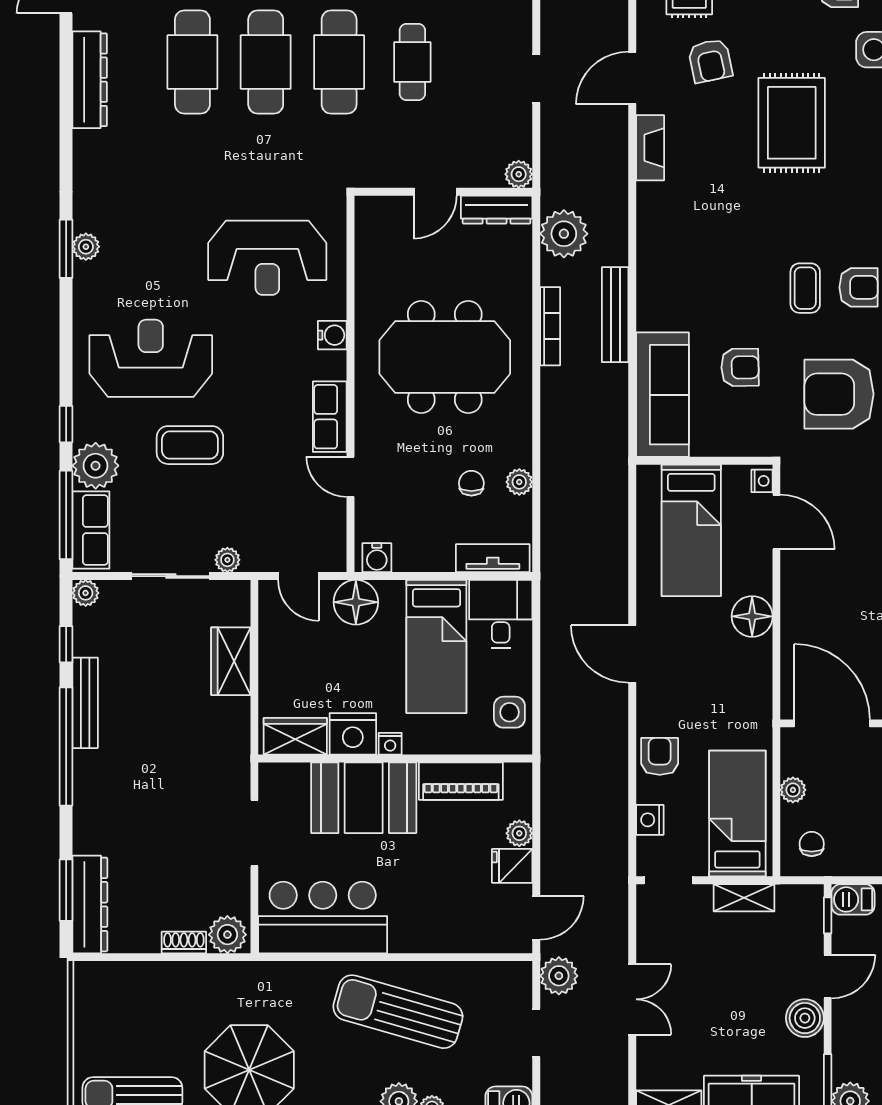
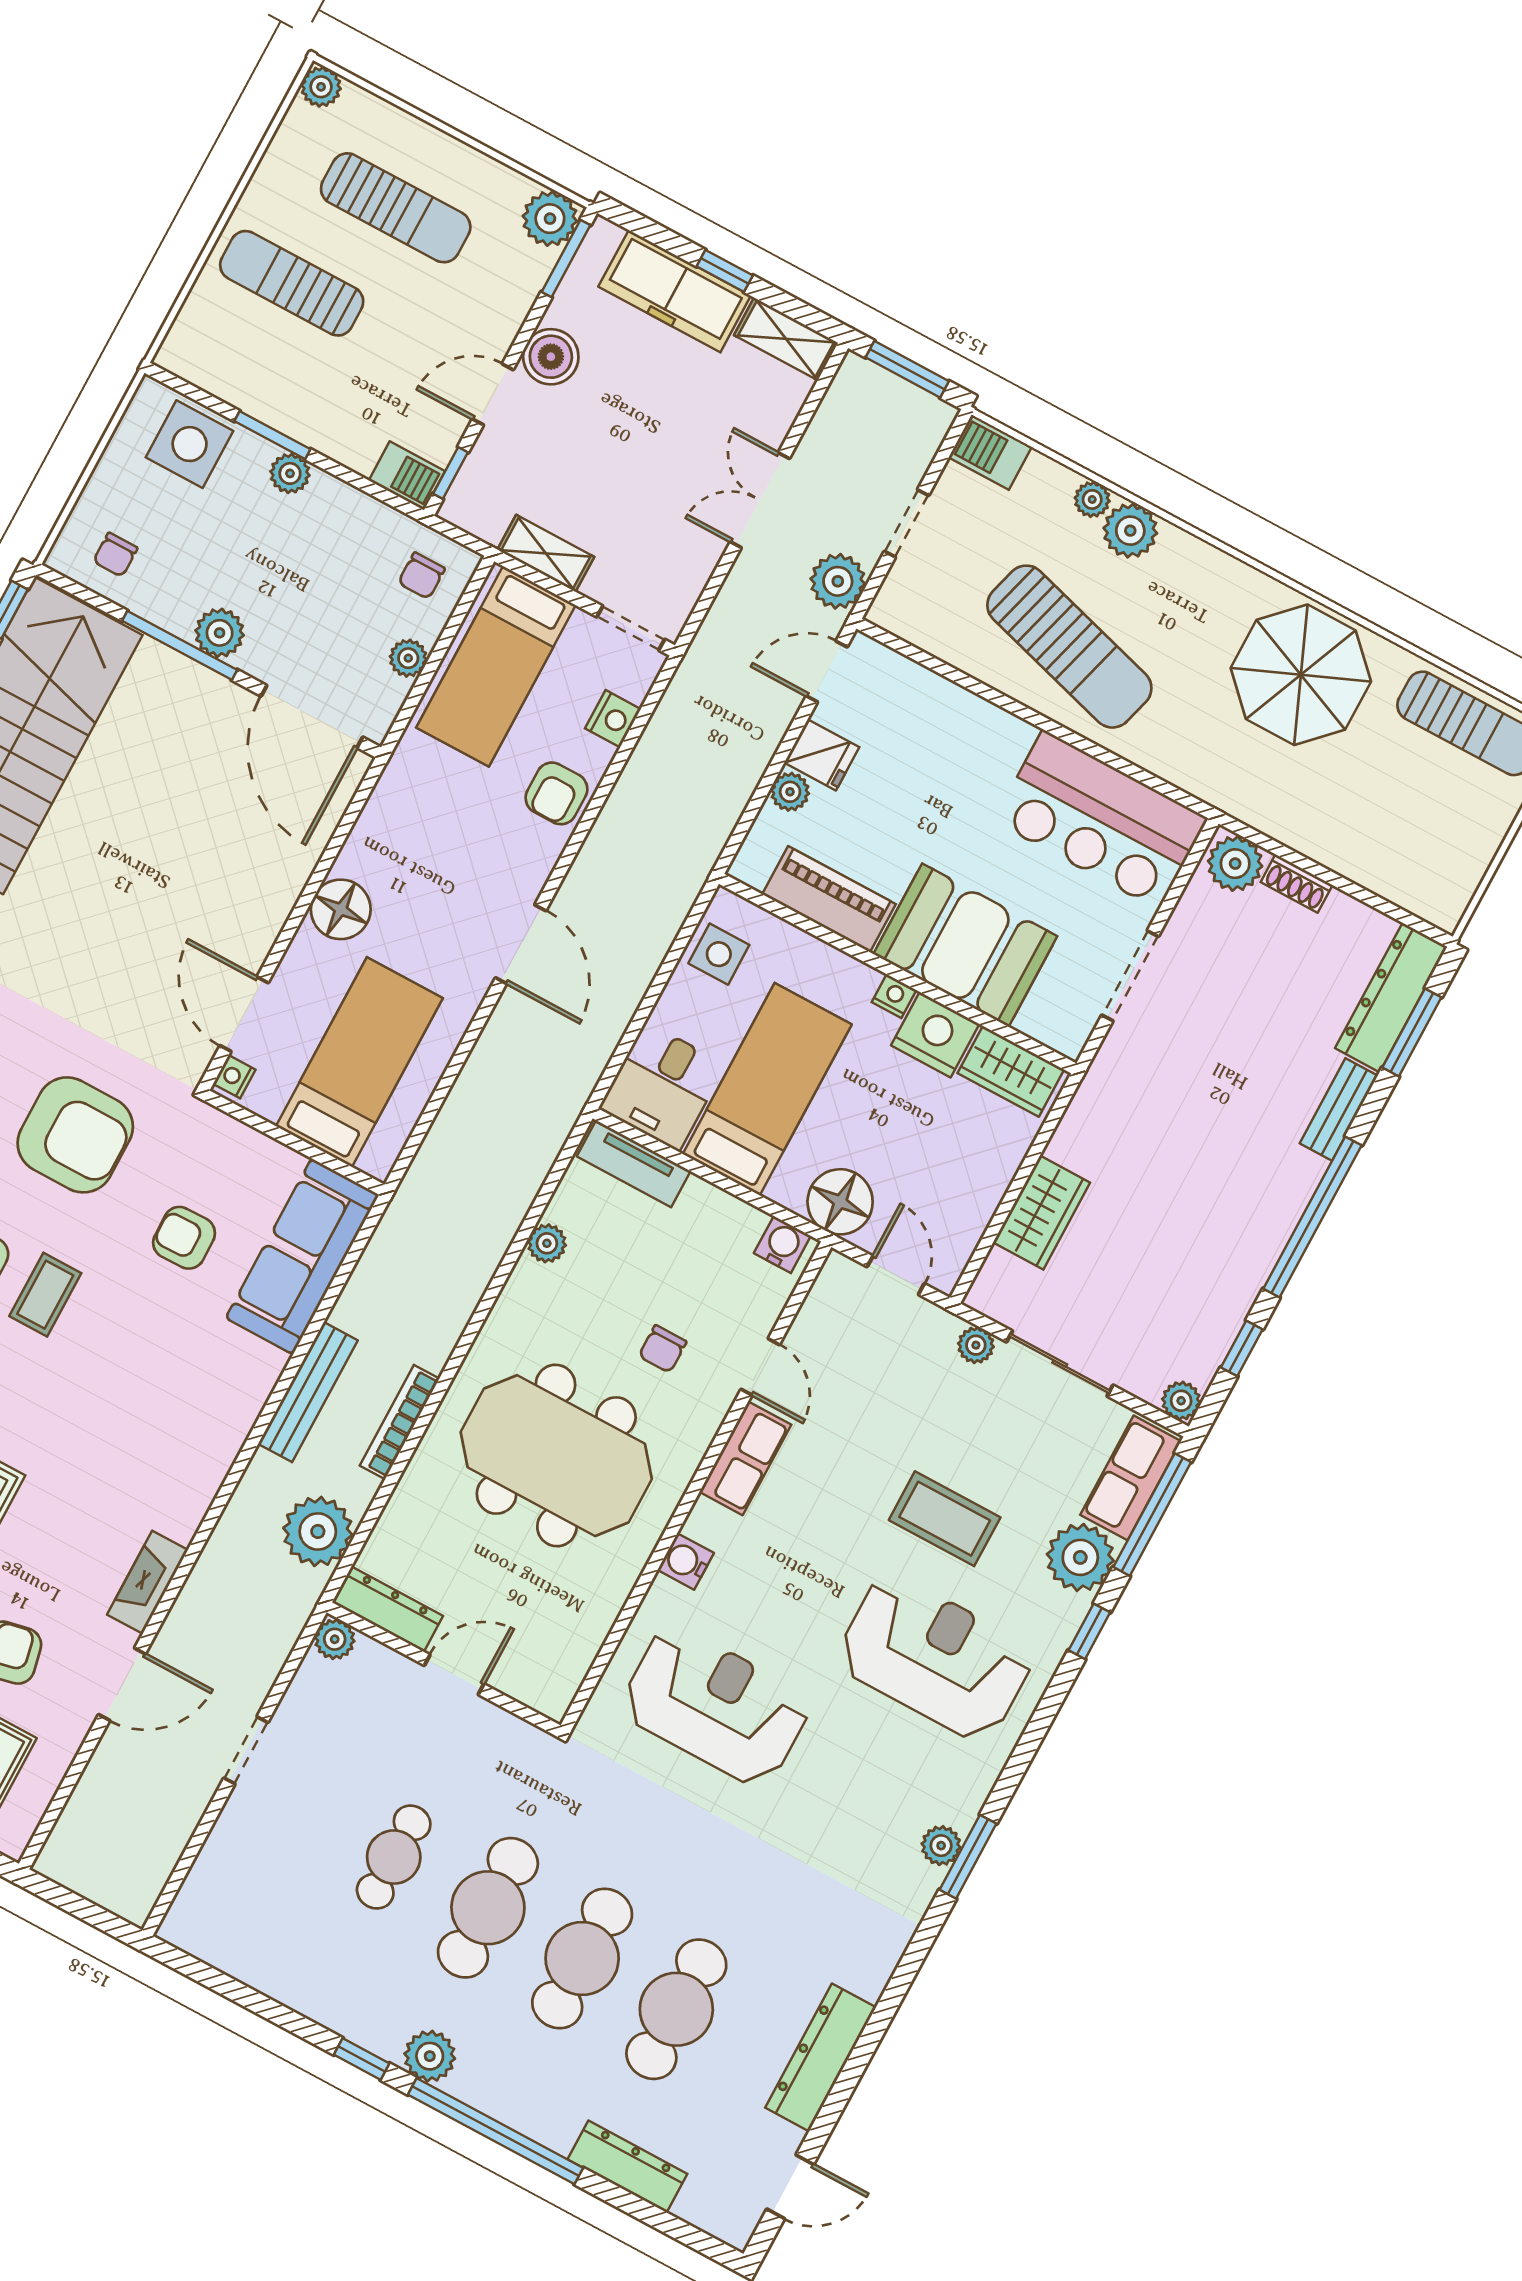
reception desk: (151, 358) -> (935, 1657), turned 180
chair: (471, 483) -> (663, 1349), moved
bench: (85, 703) -> (1339, 1109), moved, width x0.73

